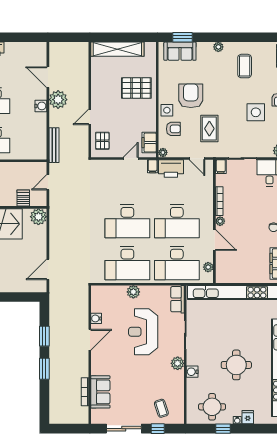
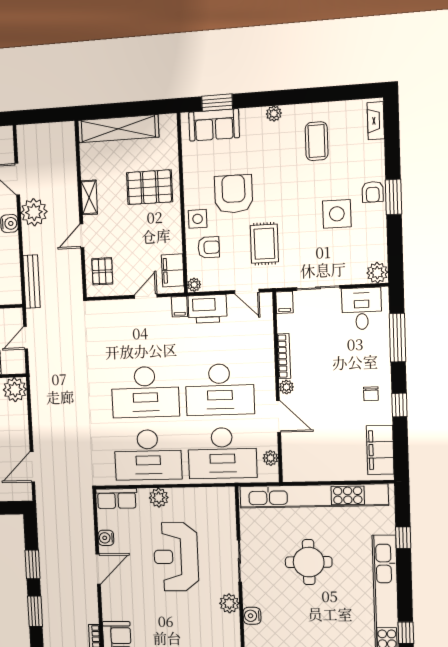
shelving: (96, 92) -> (89, 197), added
row of seats: (177, 299) -> (117, 499), moved, turned -90
round table: (236, 365) -> (309, 562), moved

